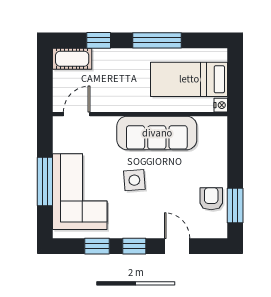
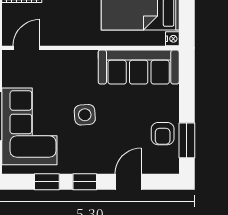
sofa: (157, 133) -> (139, 67), moved
armchair: (211, 199) -> (163, 134), turned 180
door: (177, 246) -> (128, 182), hinge flipped

